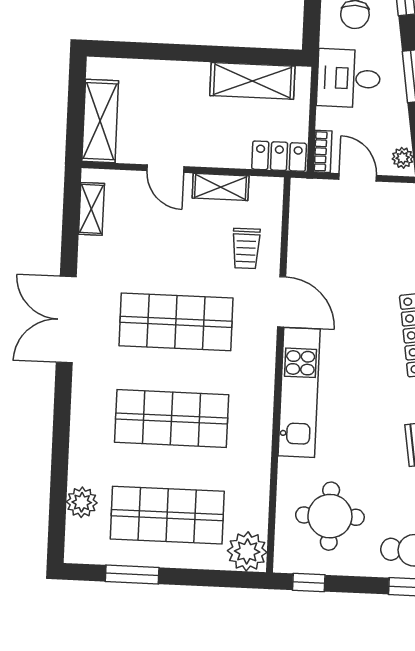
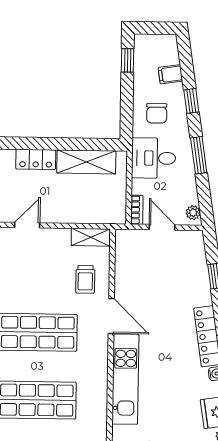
locker: (279, 156) -> (36, 159), moved, turned 180
door: (165, 169) -> (27, 225), swing flipped
shelving: (221, 187) -> (91, 237), moved

